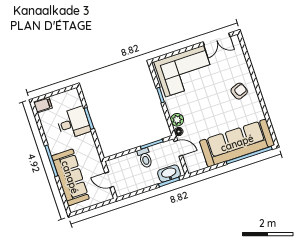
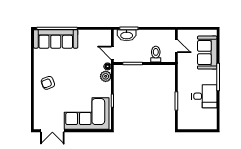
double door: (216, 39) -> (52, 131), swing flipped
filing cabinet: (43, 105) -> (210, 124), removed
desk: (73, 123) -> (204, 96), moved, turned 180
sofa: (237, 143) -> (56, 39), width x0.74, depth x0.79
toilet: (145, 158) -> (156, 54), moved
sofa: (70, 177) -> (207, 53), width x0.73

